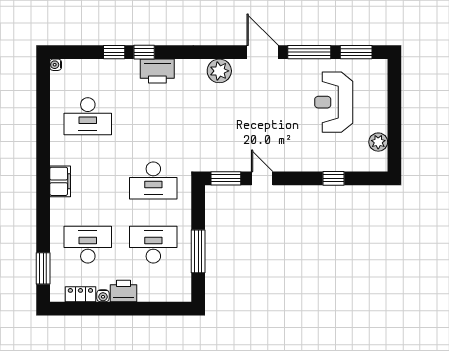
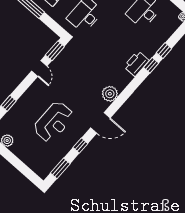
window: (309, 52) -> (80, 146), width x0.46
reception desk: (334, 102) -> (54, 122), moved, turned 90
door: (262, 178) -> (39, 69), hinge flipped

